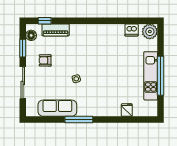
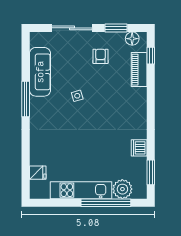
window: (137, 21) -> (151, 172), added
dishwasher: (132, 30) -> (139, 148), moved
plant: (150, 32) -> (122, 189), moved
window: (161, 76) -> (106, 203), moved
fridge: (127, 110) -> (38, 173), moved

